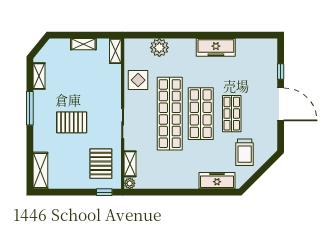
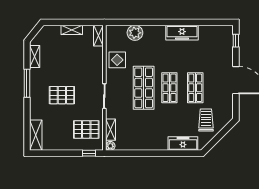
window: (281, 72) -> (236, 41), moved
shop shelf: (170, 114) -> (144, 88), width x0.71
shop shelf: (201, 114) -> (169, 88), width x0.70, depth x0.74
trolley: (245, 152) -> (206, 120), turned 180
pallet: (101, 164) -> (86, 129), turned 90

